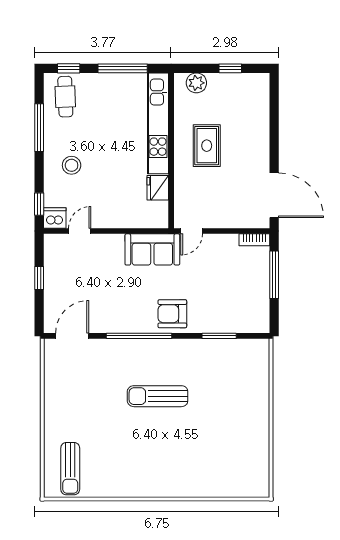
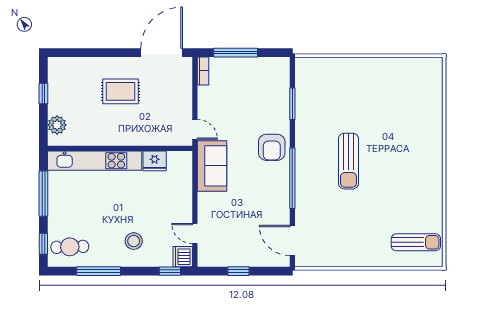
rug: (207, 146) -> (120, 91), moved

